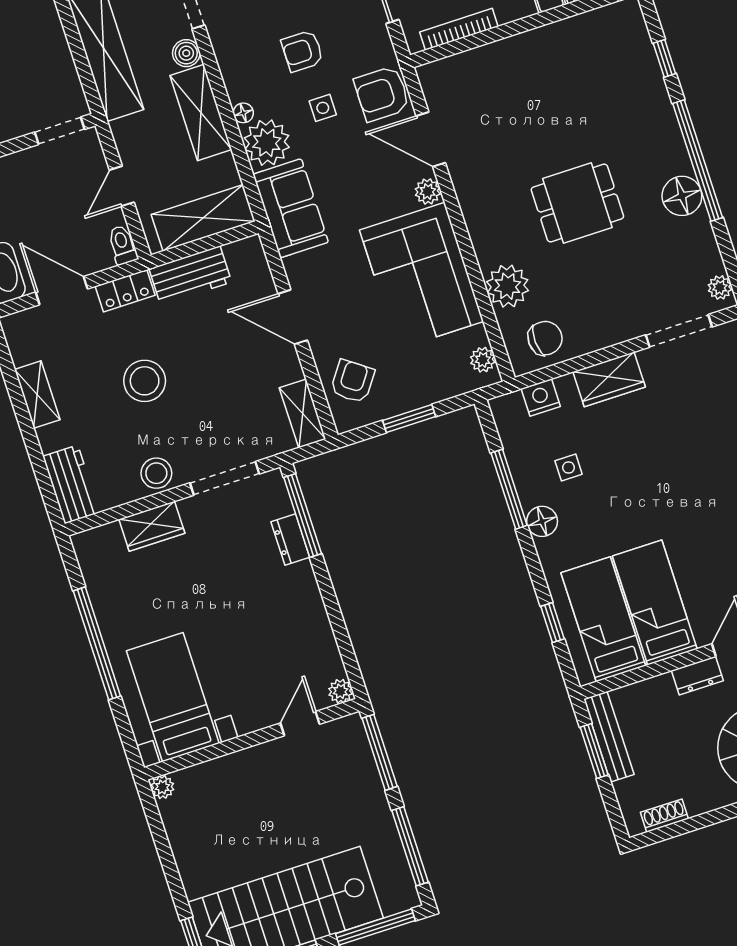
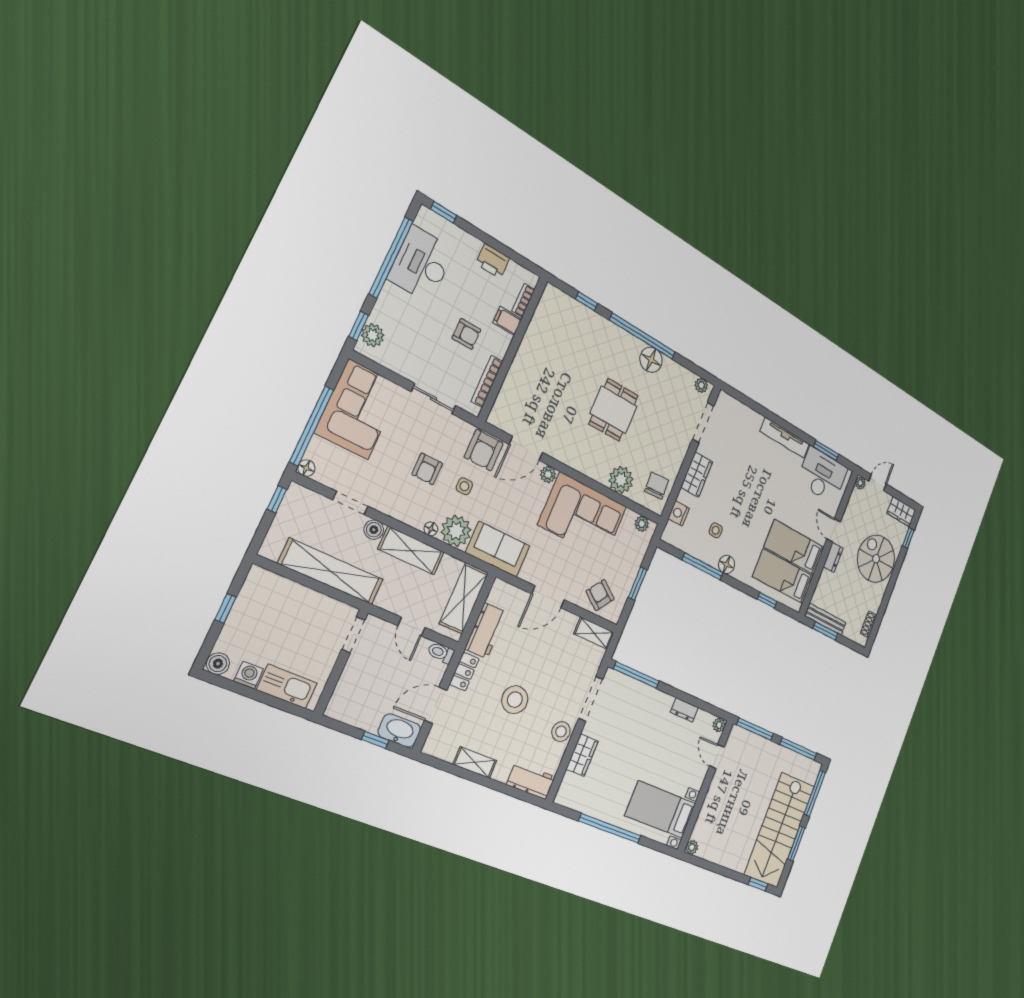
dresser: (290, 539) -> (684, 710), moved

